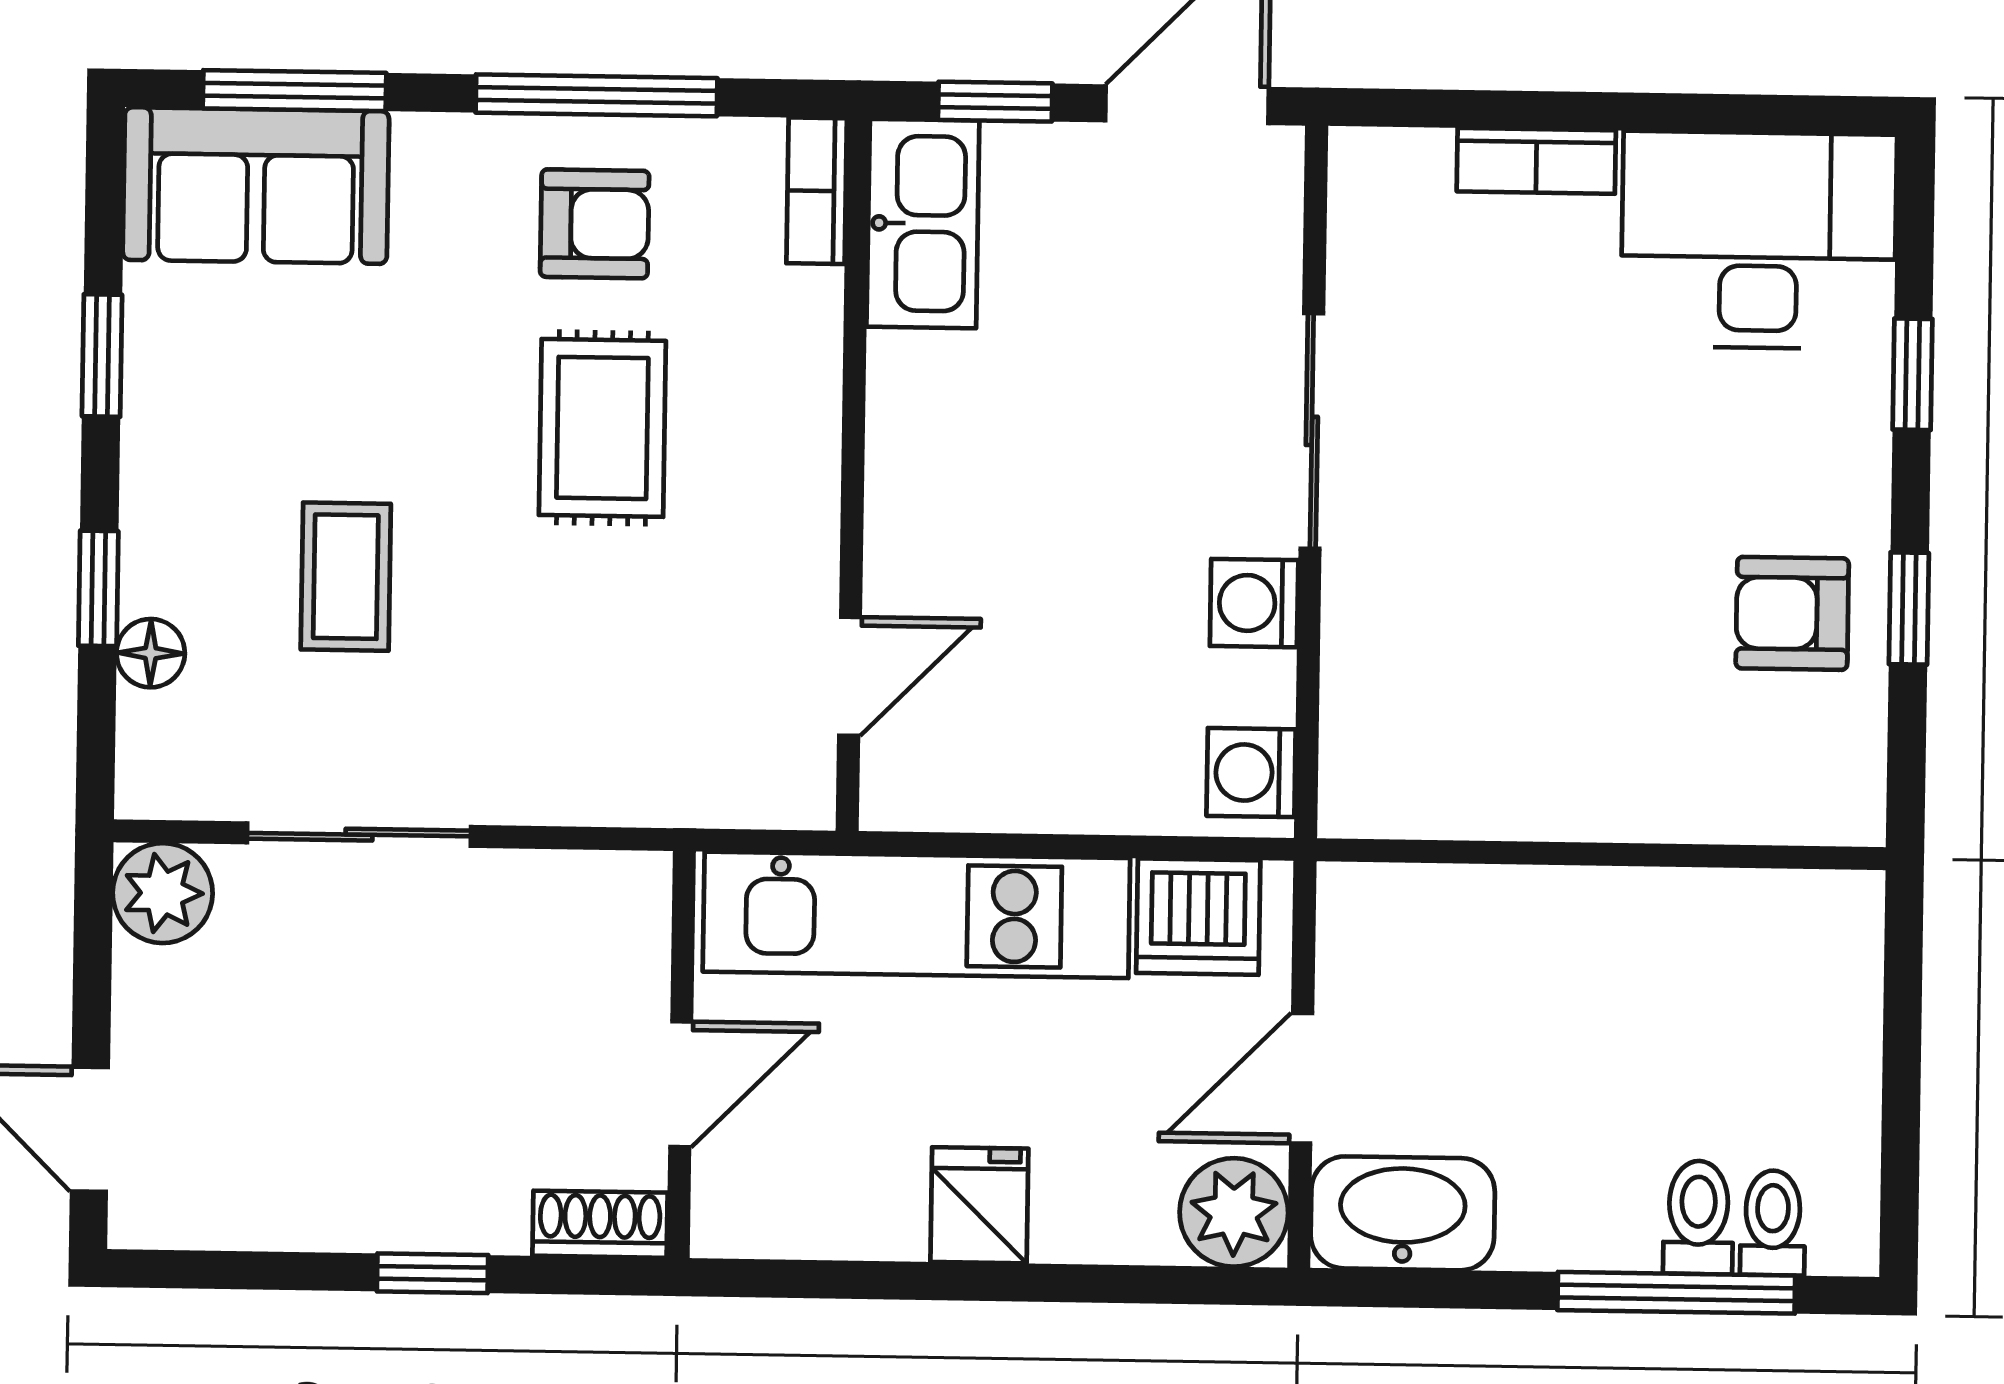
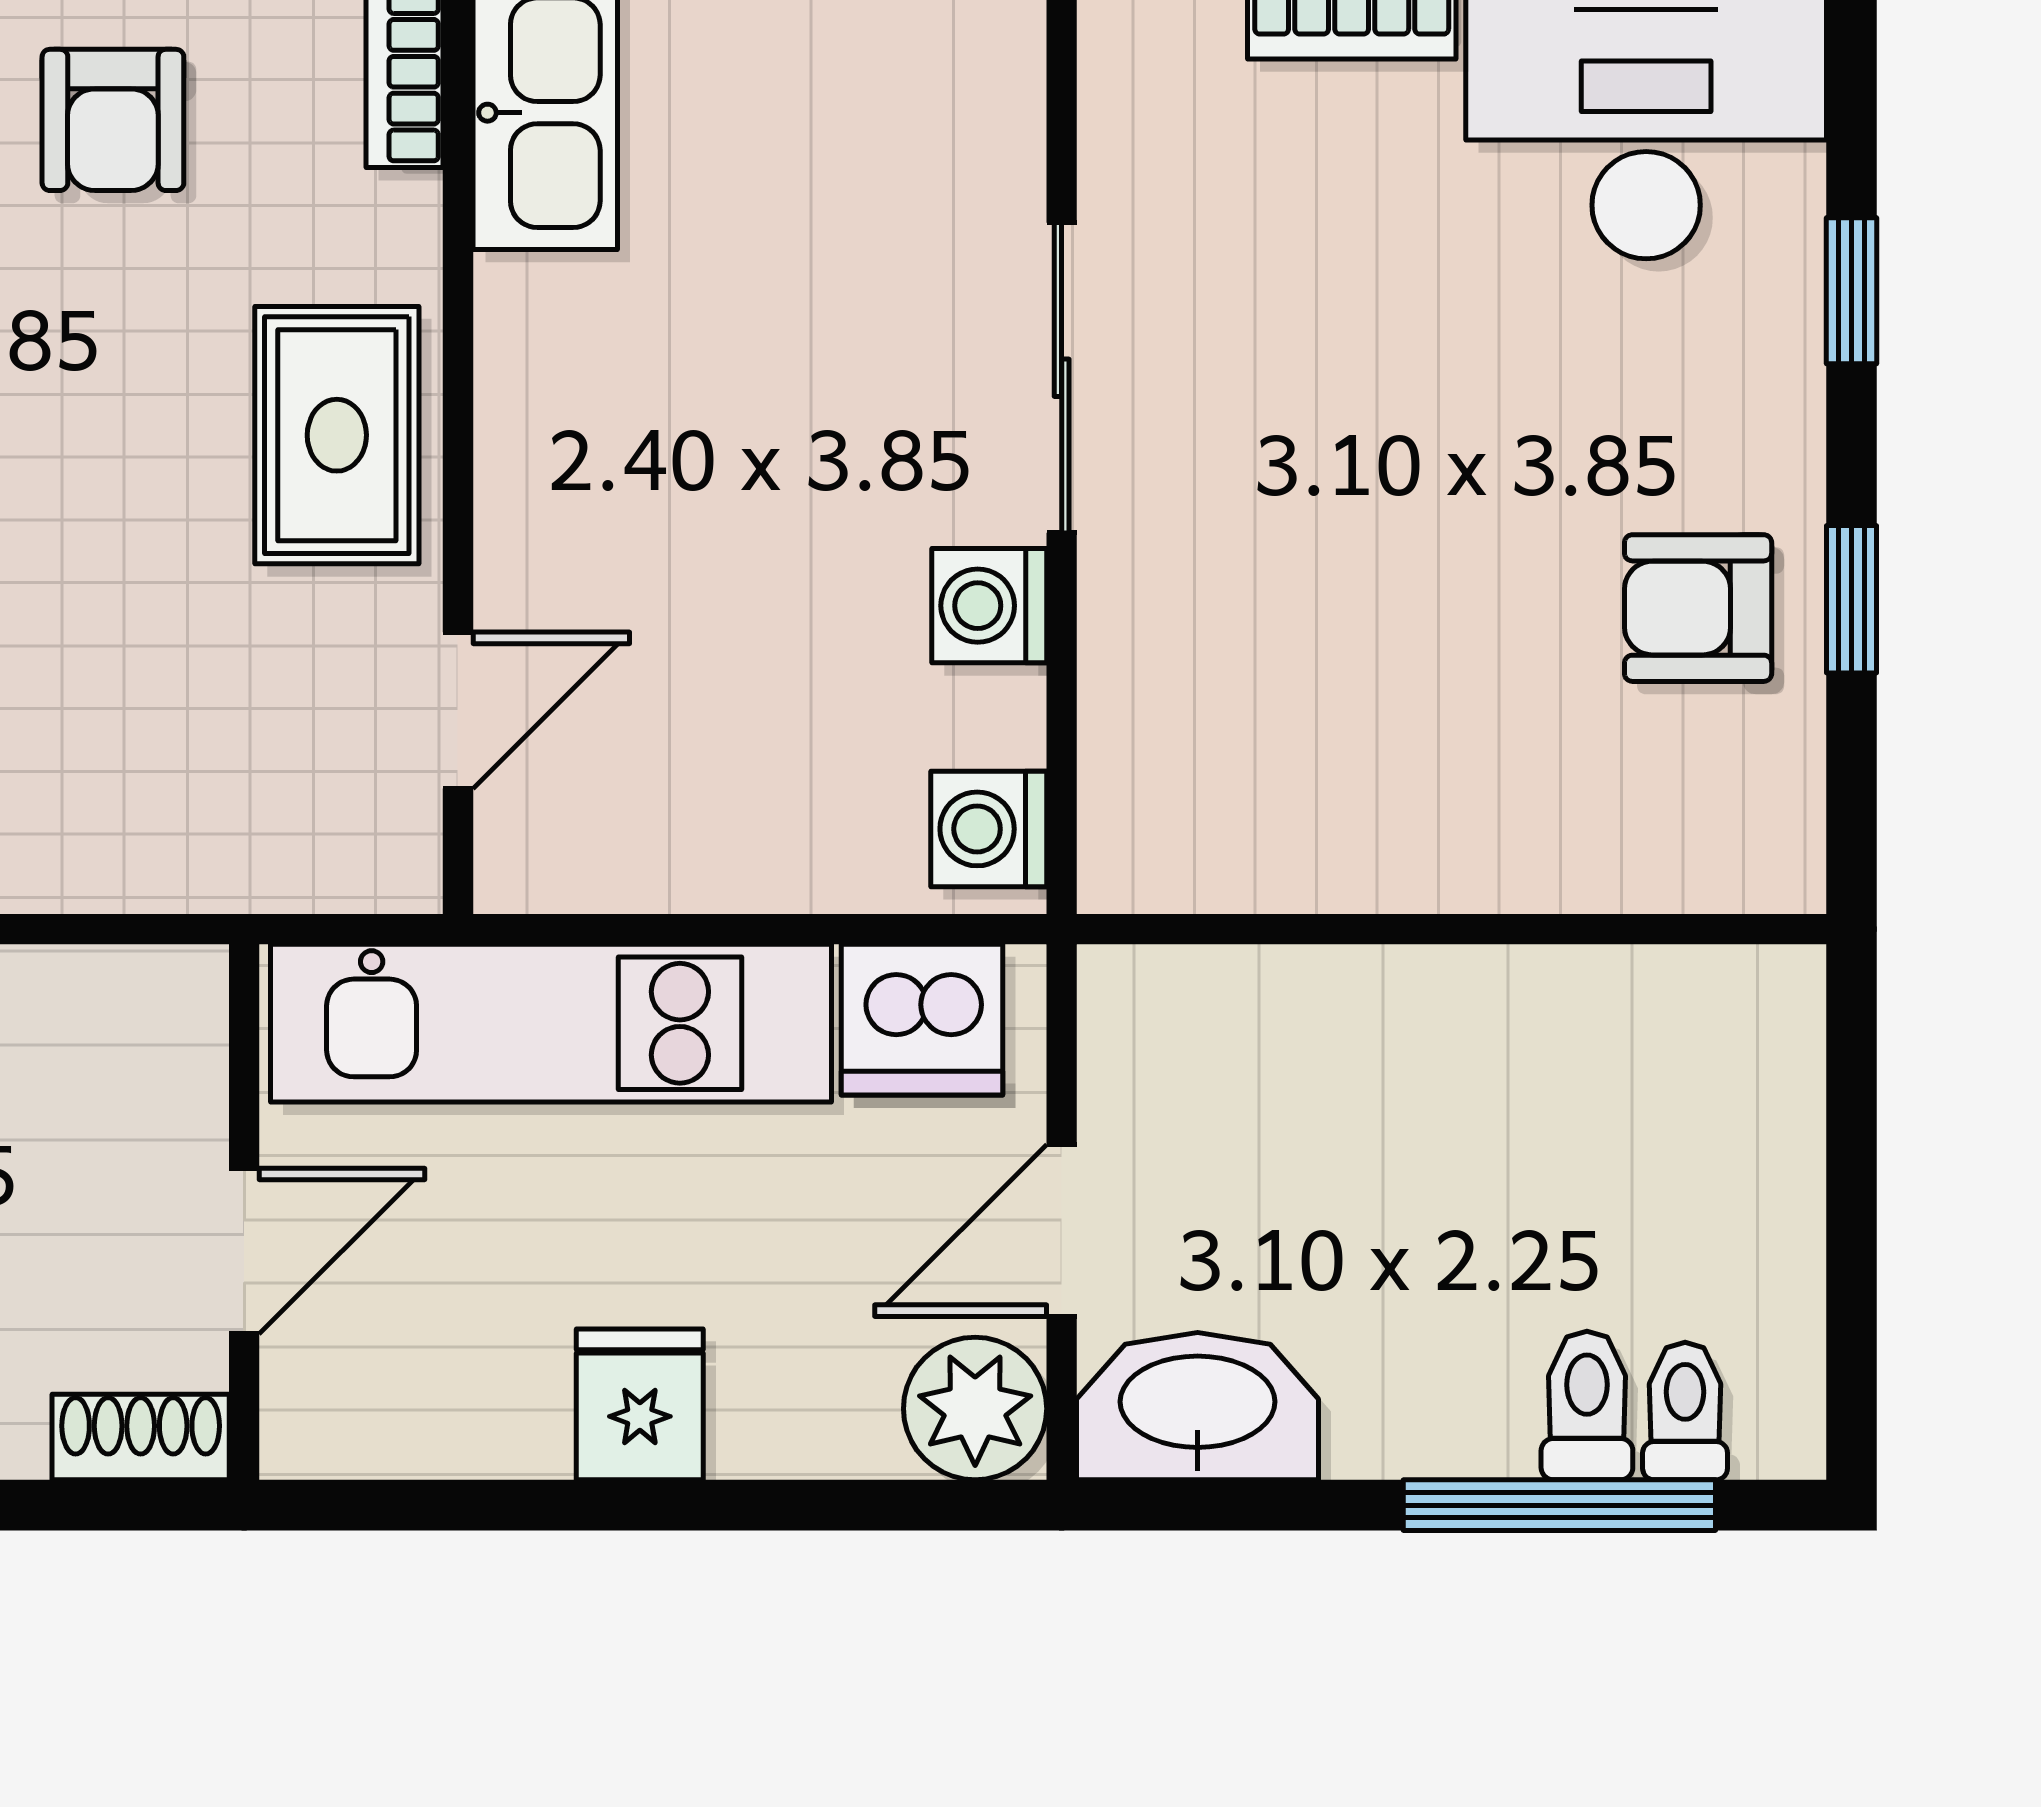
armchair: (595, 224) -> (113, 120), turned 90
rug: (602, 428) -> (337, 435), moved

